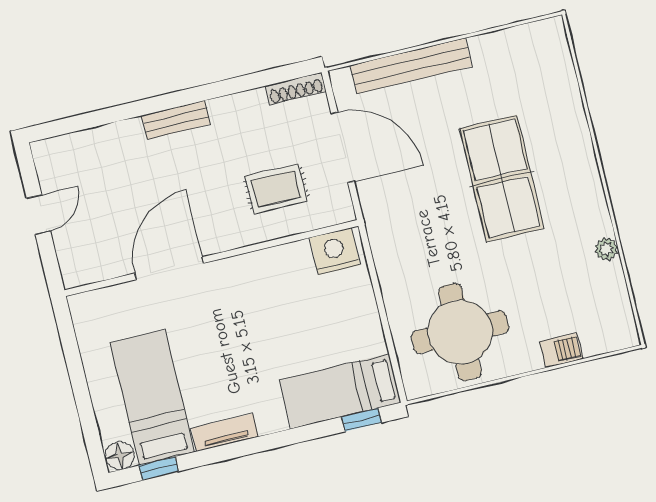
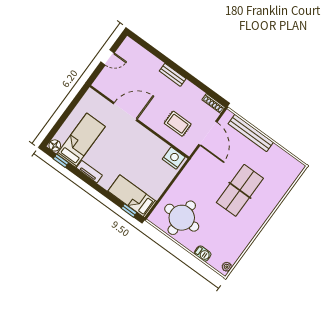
plant: (606, 249) -> (227, 267), moved

